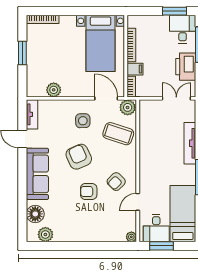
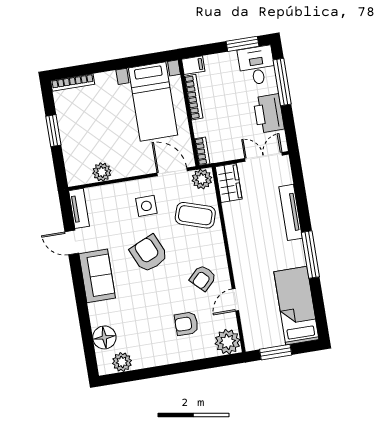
filing cabinet: (135, 69) -> (193, 65), moved
wardrobe: (147, 114) -> (229, 183), added
sofa: (37, 174) -> (97, 276), width x0.73
armchair: (89, 192) -> (186, 324), moved
desk: (156, 228) -> (265, 330), removed
plant: (131, 237) -> (227, 342), width x1.88, depth x1.88

